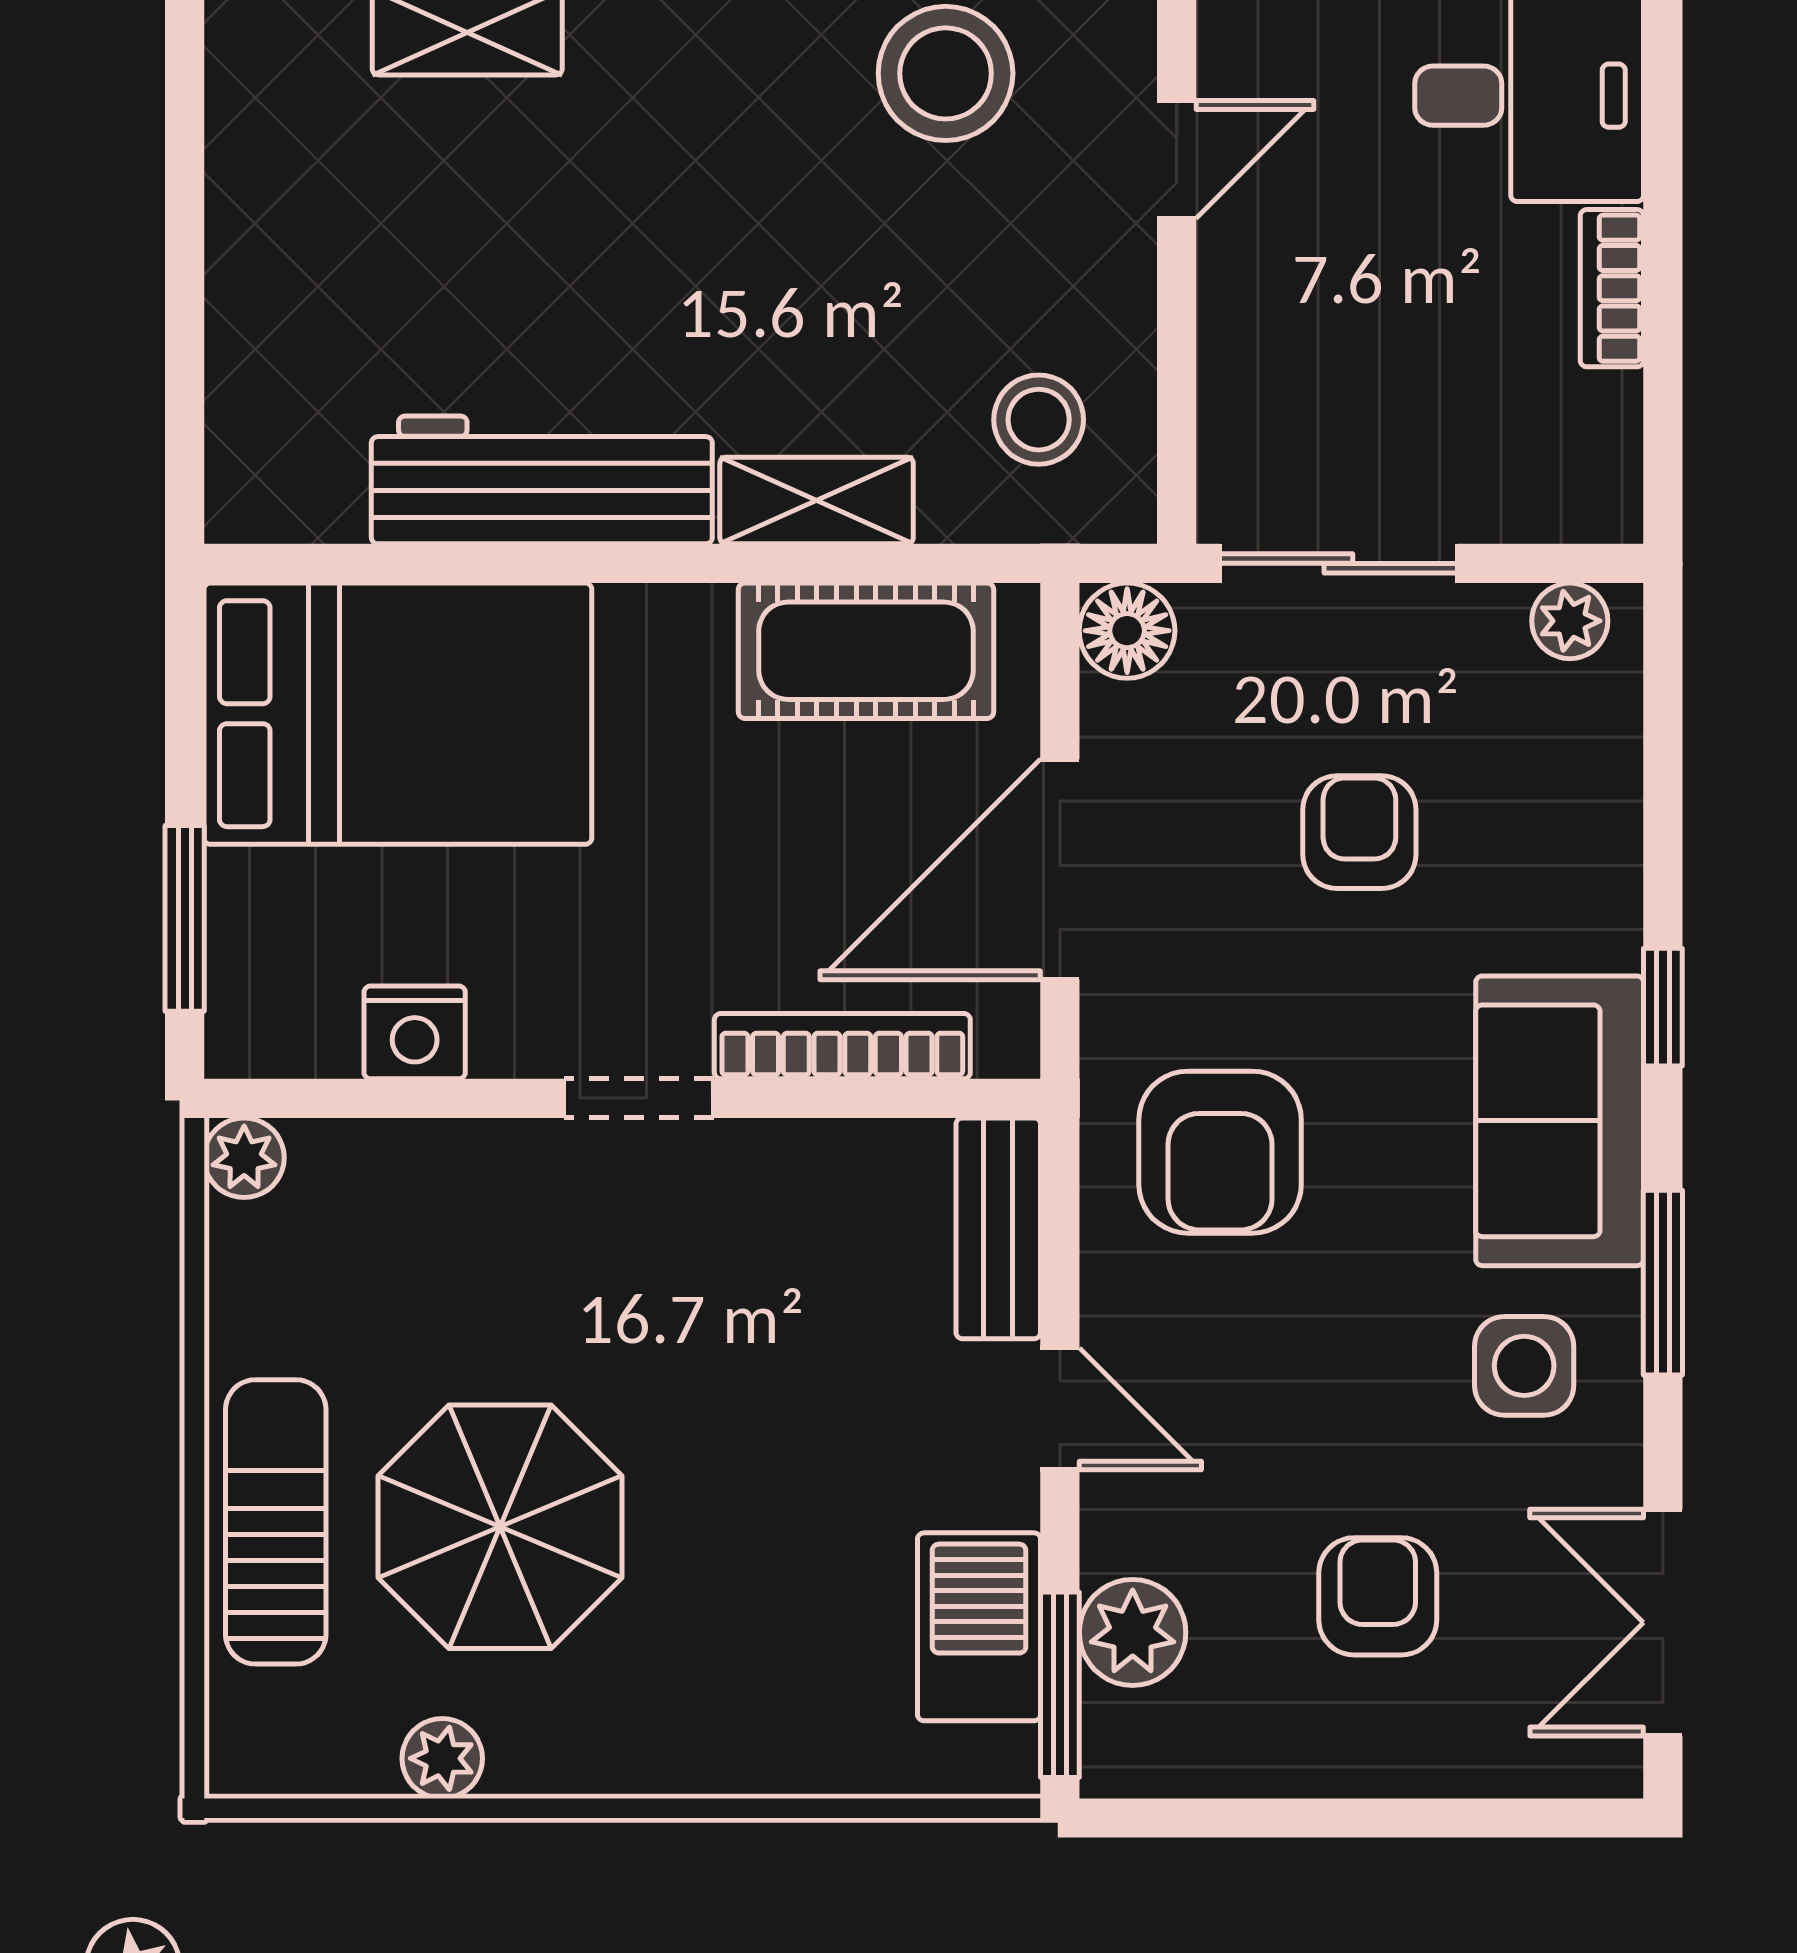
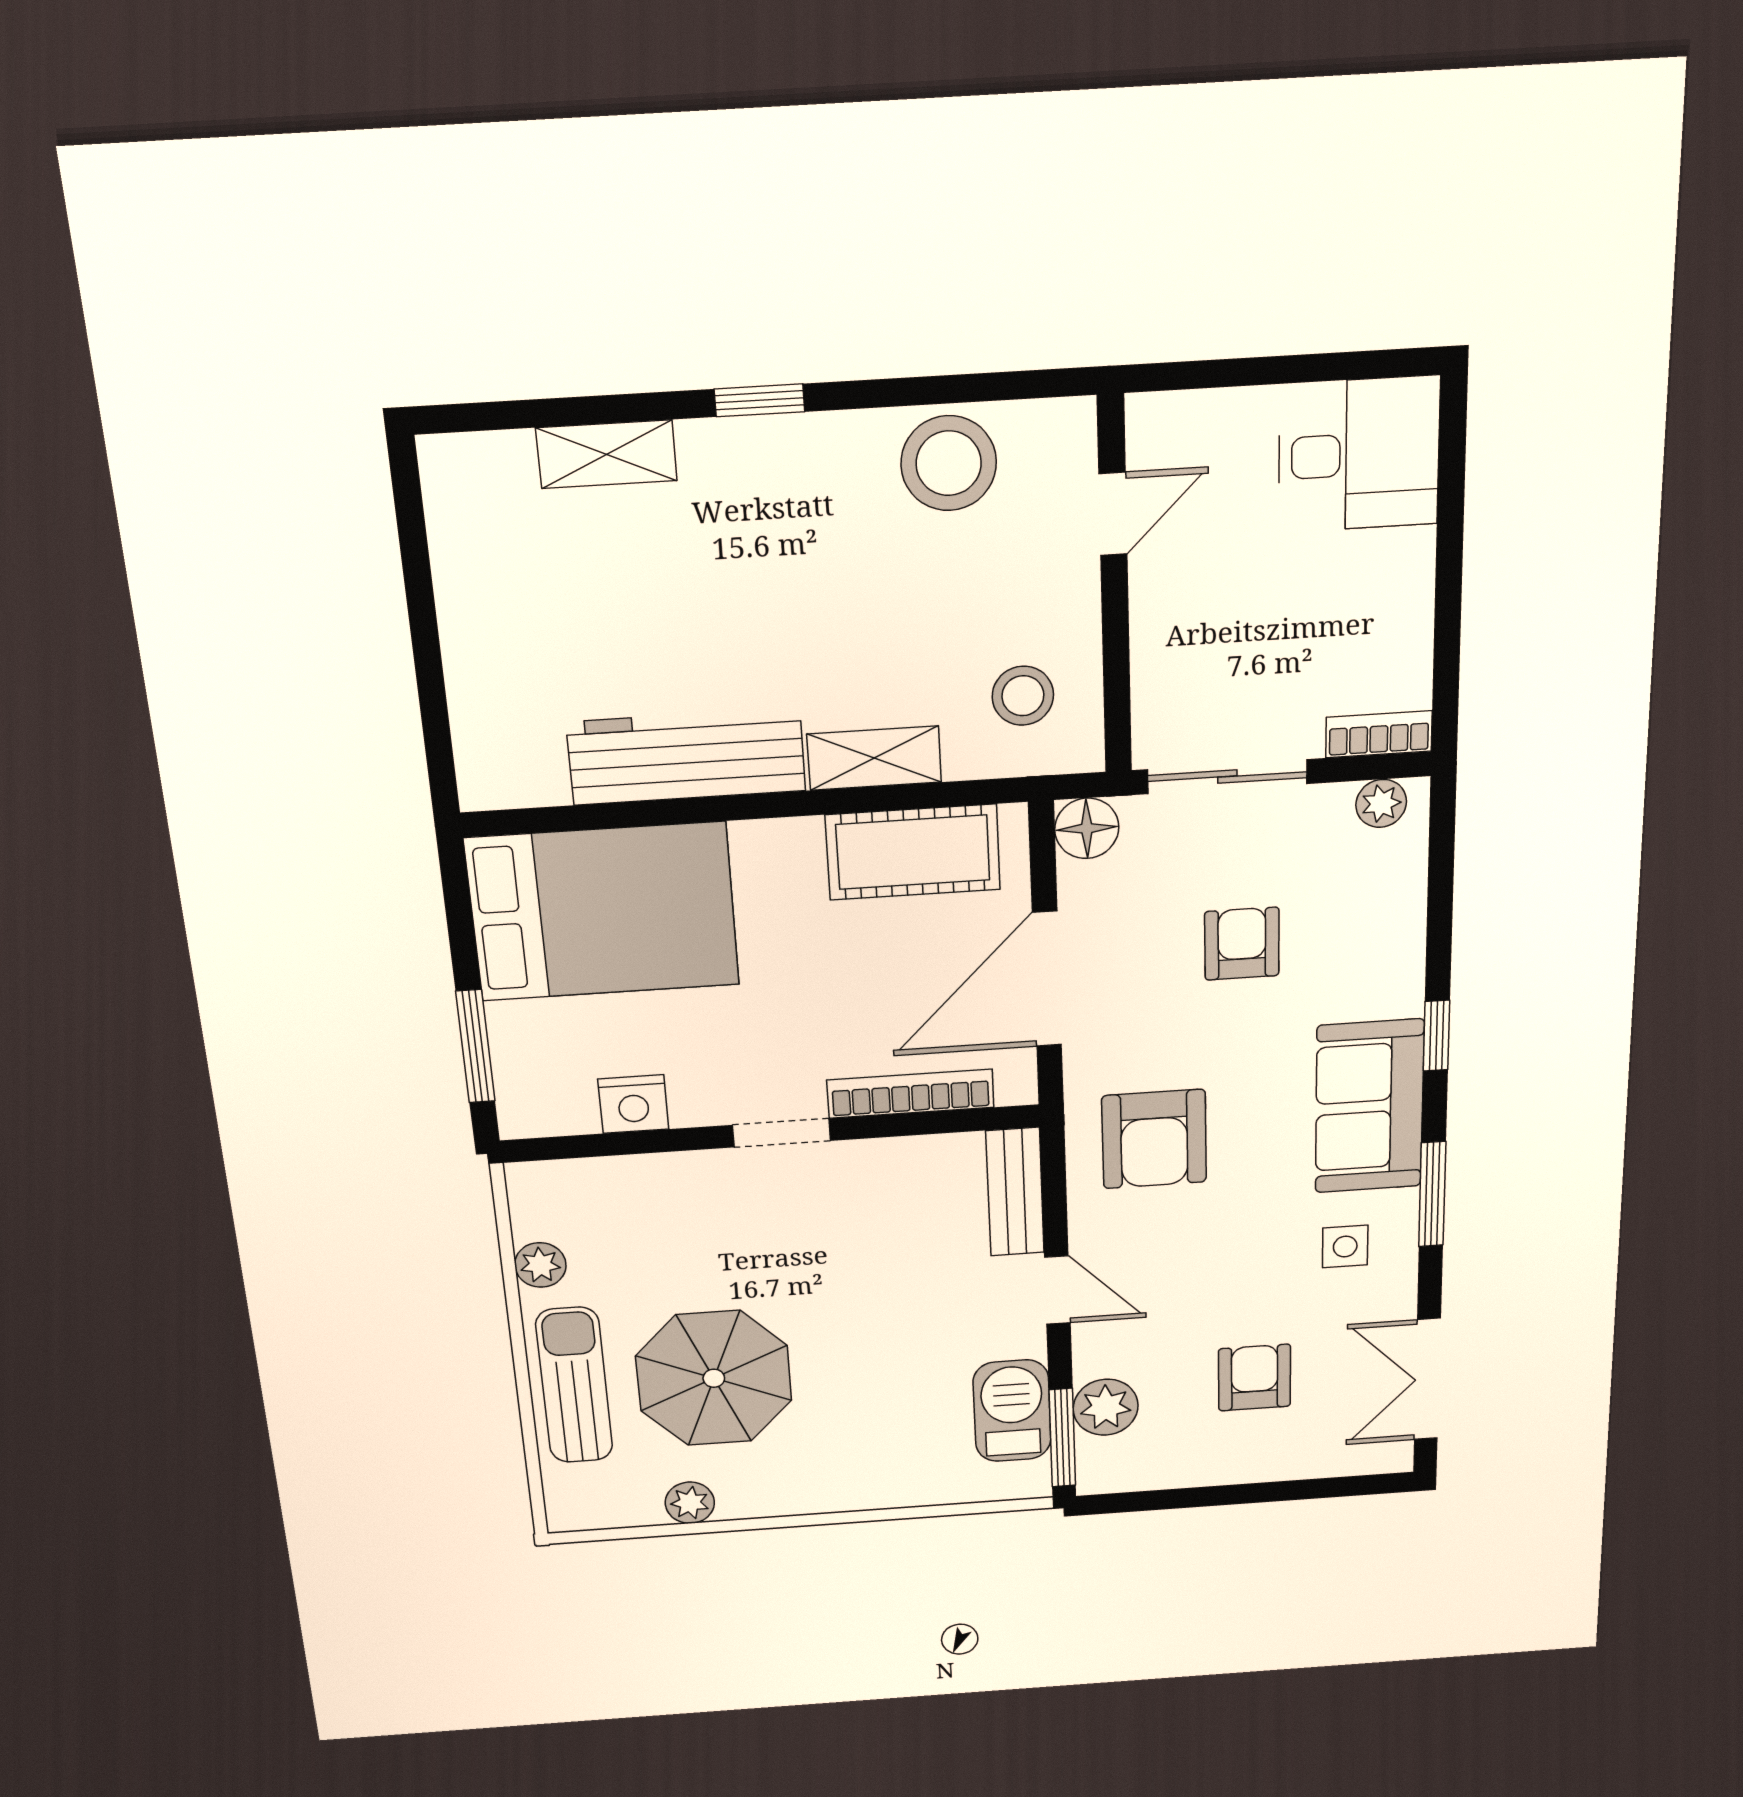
bookcase: (1612, 288) -> (1379, 734), moved, turned 90
plant: (244, 1158) -> (540, 1265), moved
side table: (1524, 1366) -> (1345, 1246), width x0.73, depth x0.73

